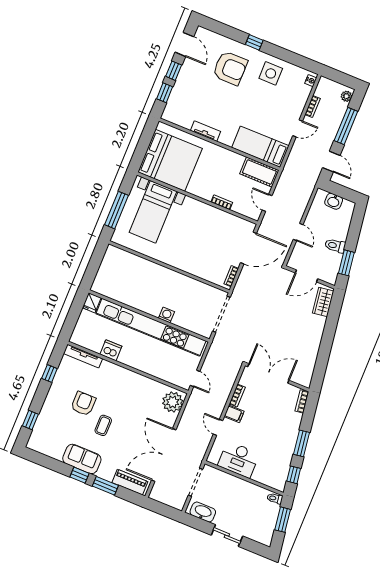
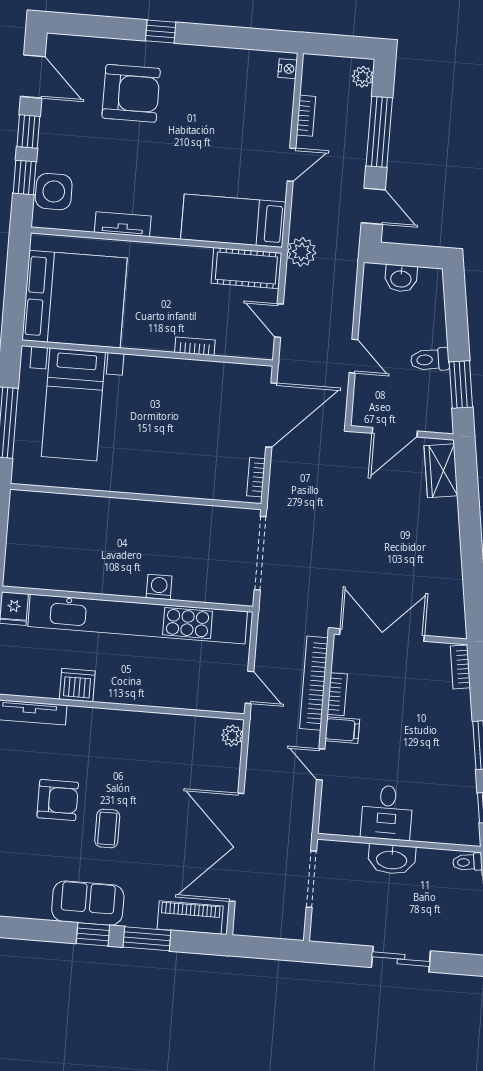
side table: (271, 73) -> (54, 192), moved
plant: (289, 173) -> (302, 252), added
bookcase: (227, 386) -> (314, 683), added
plant: (173, 402) -> (232, 736), width x0.53, depth x0.53
armchair: (83, 404) -> (58, 800), turned 90
desk: (239, 460) -> (387, 812), width x0.73
washbasin: (203, 512) -> (392, 859), moved, turned 180

